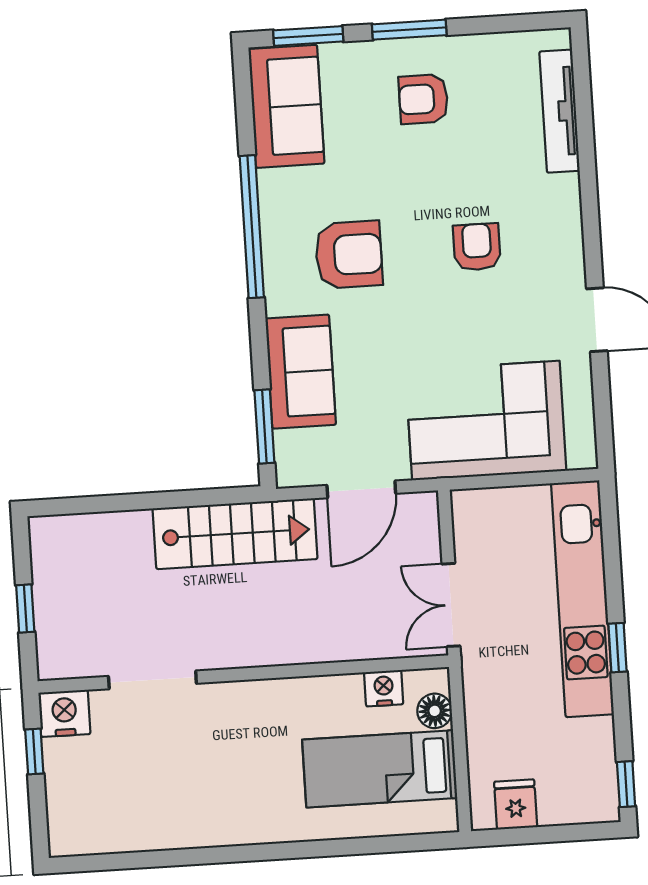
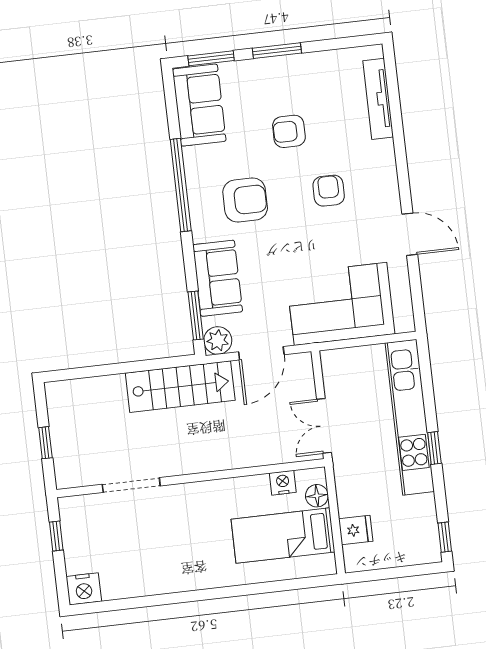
armchair: (423, 99) -> (289, 131), moved
plant: (296, 466) -> (218, 340), added
nightstand: (64, 713) -> (84, 589), moved, turned 180
fridge: (516, 804) -> (356, 530), moved, turned 90

